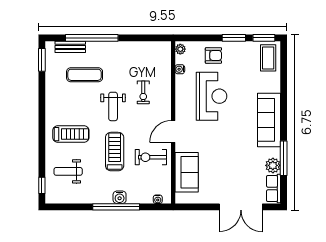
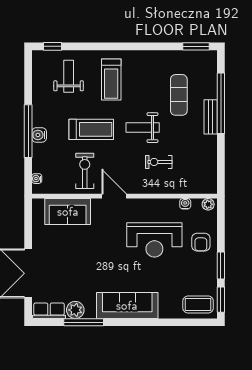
bench: (70, 47) -> (211, 117), moved

